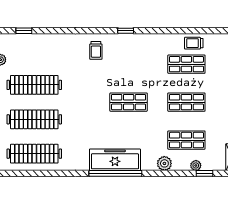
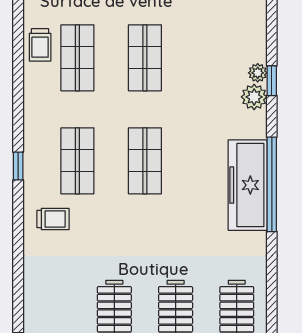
shop shelf: (186, 140) -> (77, 161), moved
plant: (196, 165) -> (258, 73), moved
window: (205, 173) -> (272, 81), moved

